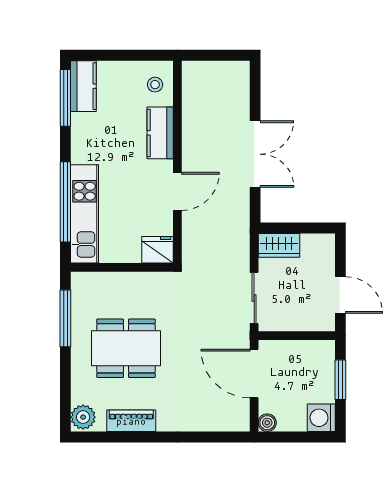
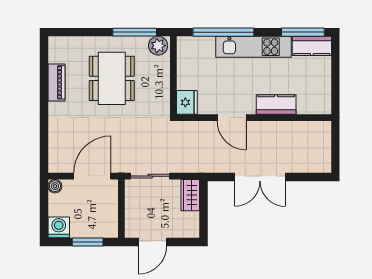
stool: (155, 85) -> (313, 101), removed
kitchen unit: (85, 214) -> (253, 47), moved
plant: (83, 417) -> (158, 46), moved

